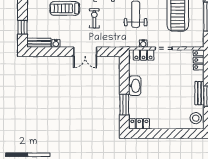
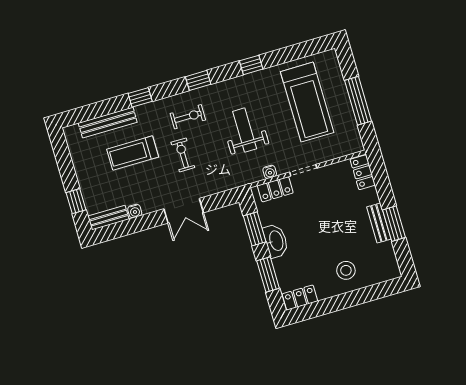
window: (124, 75) -> (255, 229), added
stool: (196, 118) -> (346, 270), moved

